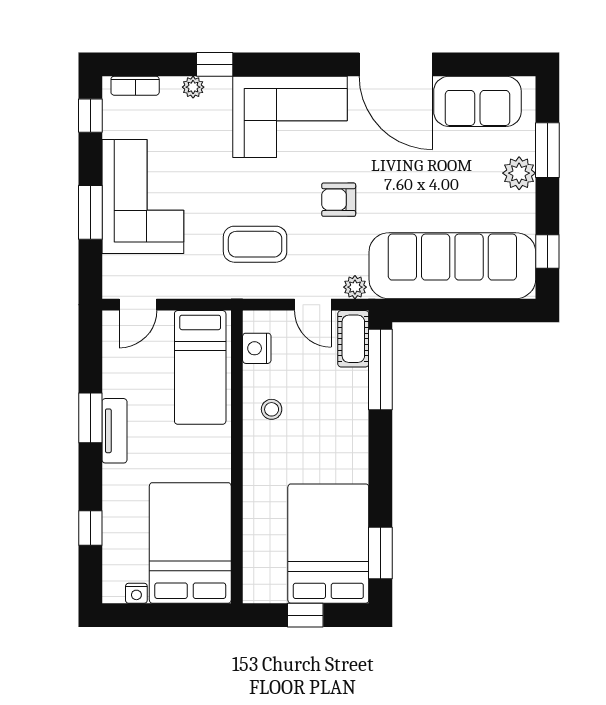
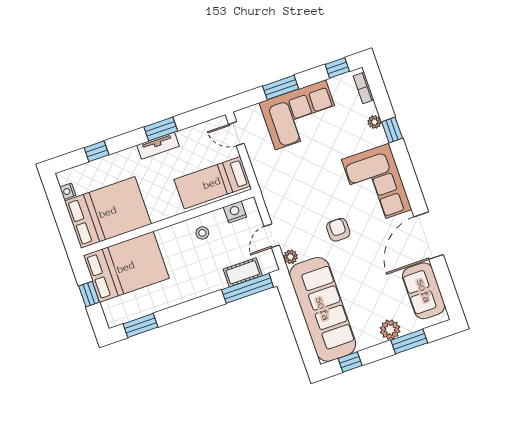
coffee table: (255, 244) -> (295, 190), removed
cot: (353, 339) -> (243, 272), moved
bed: (328, 544) -> (126, 267), moved

